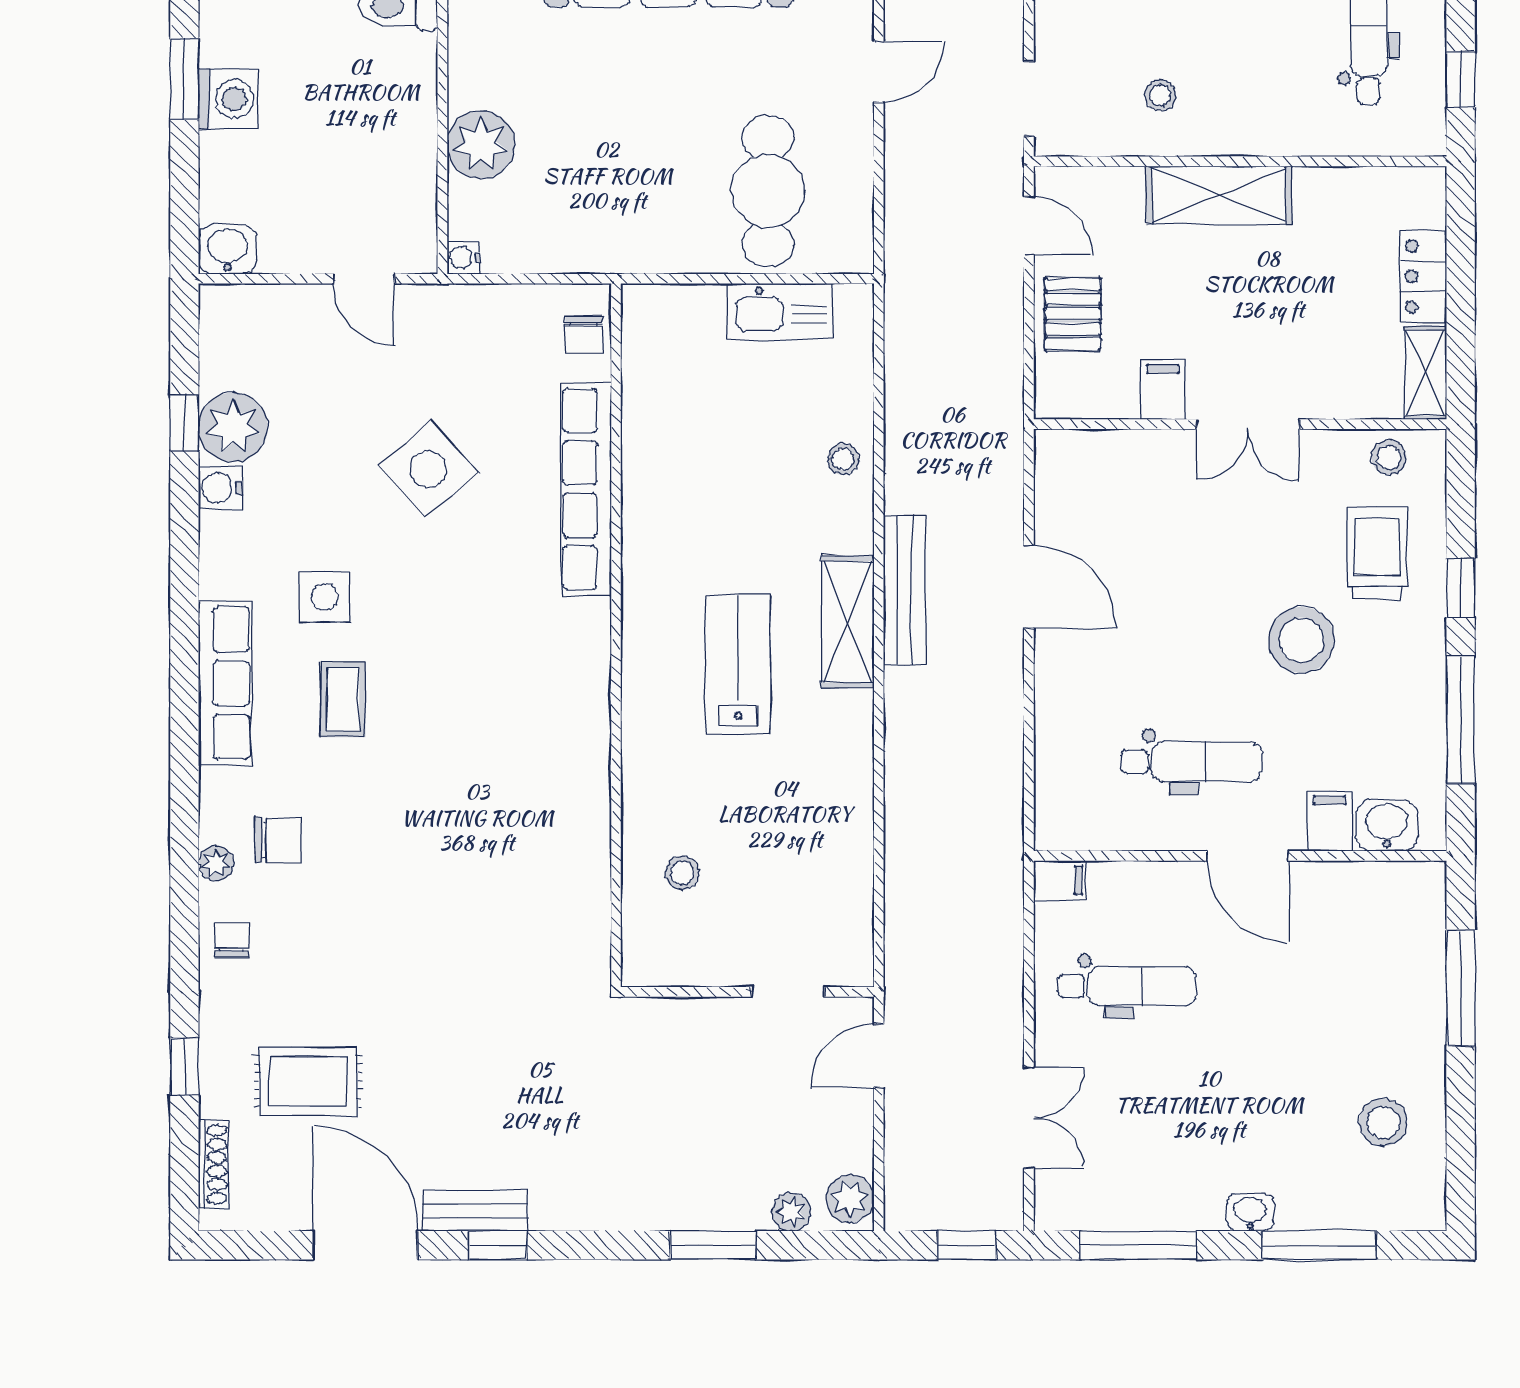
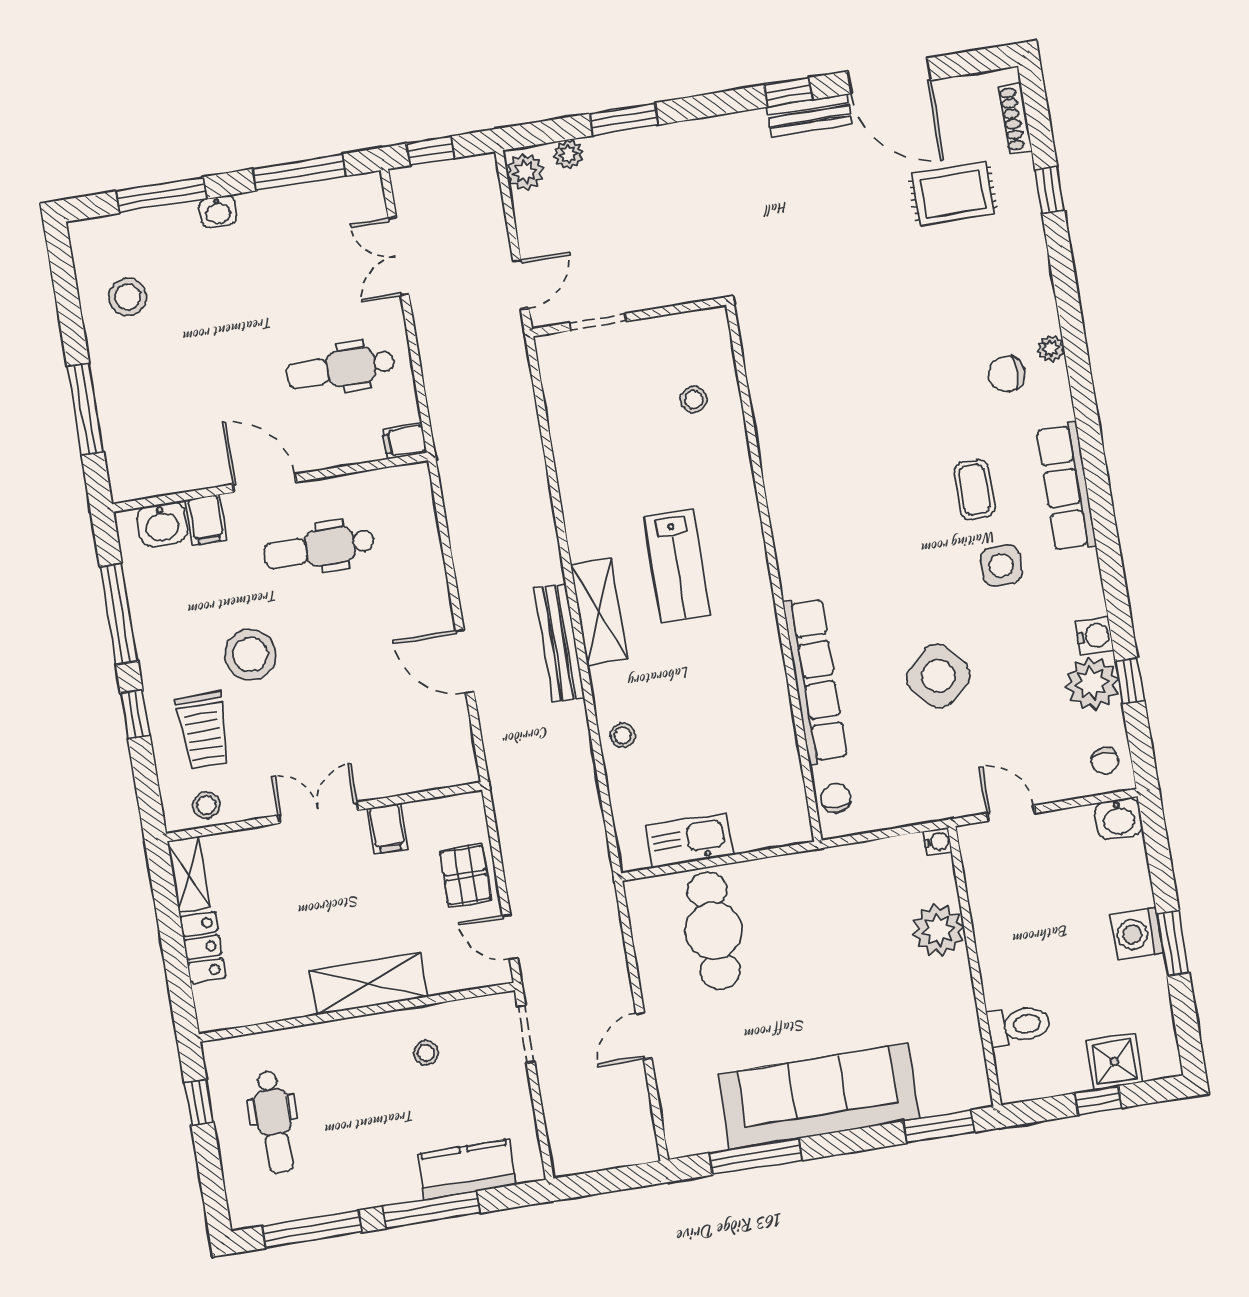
chair: (232, 940) -> (1105, 761), moved

